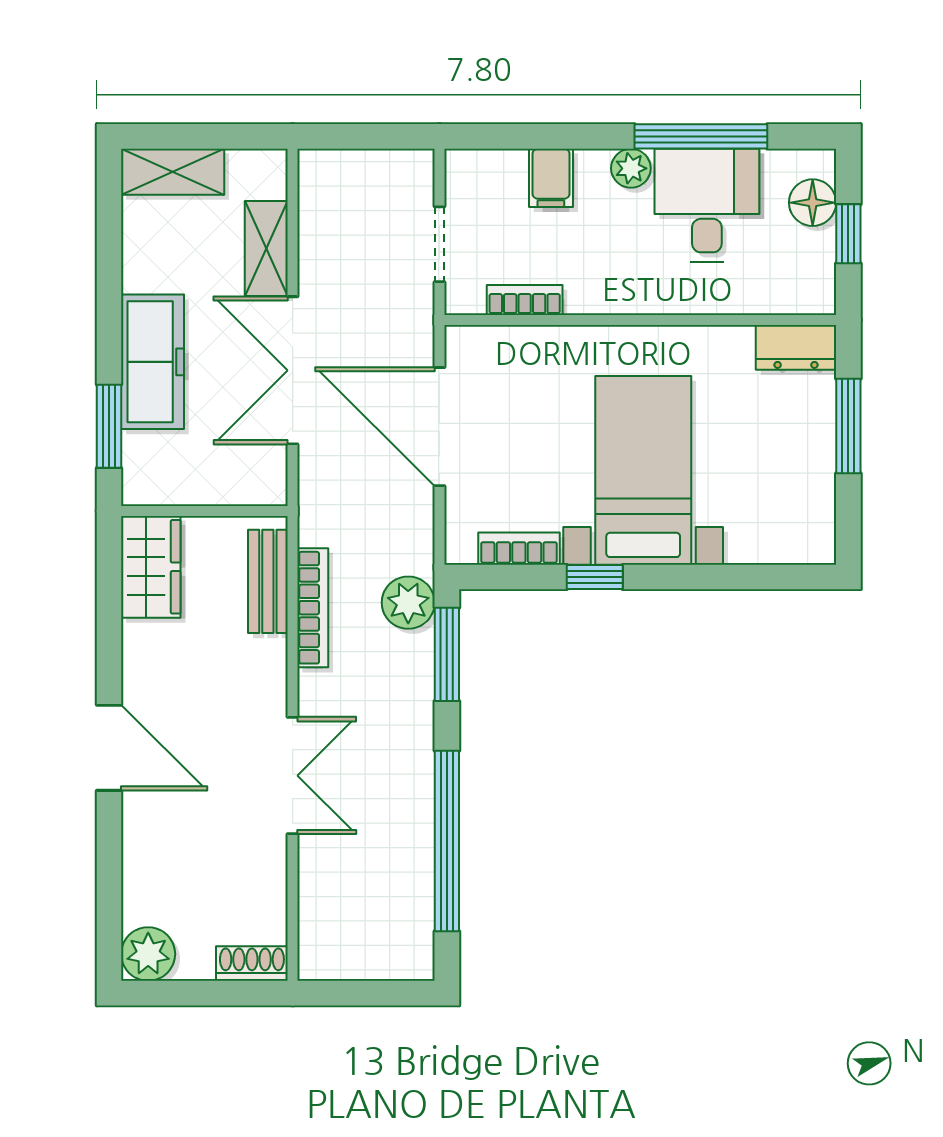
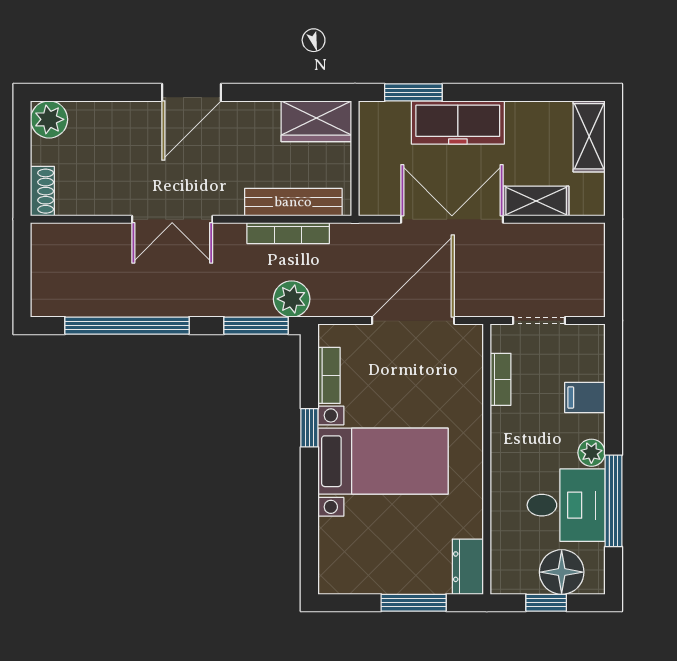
floor lamp: (813, 203) -> (562, 572), width x1.38, depth x1.38
bench: (268, 581) -> (293, 202), width x1.36

